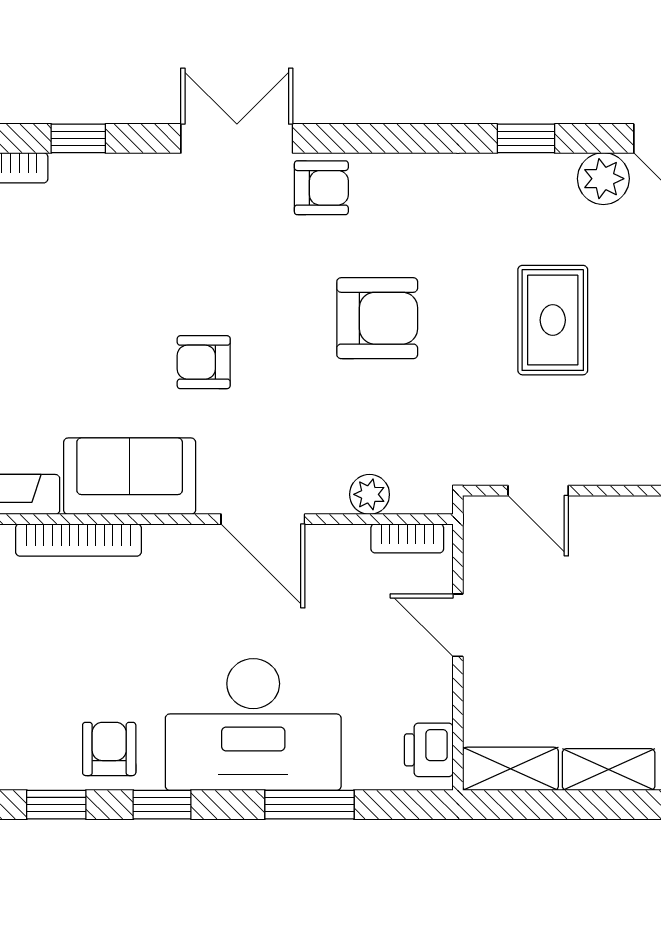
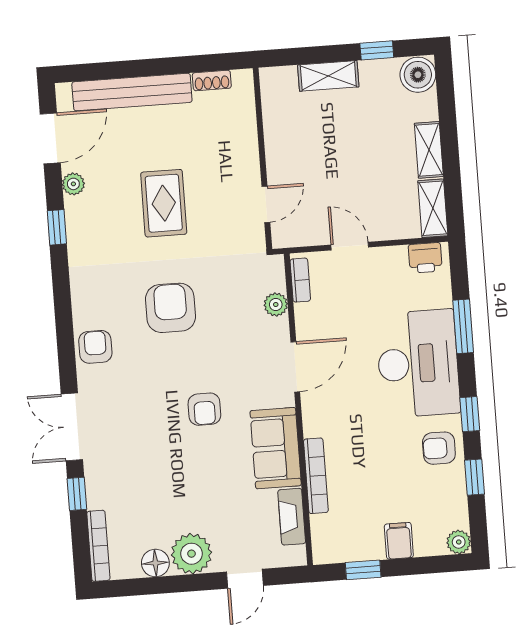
double door: (237, 138) -> (72, 427), moved
plant: (603, 179) -> (73, 184), width x0.73, depth x0.73
rug: (553, 320) -> (164, 203), turned 90
door: (458, 625) -> (350, 246), swing flipped

